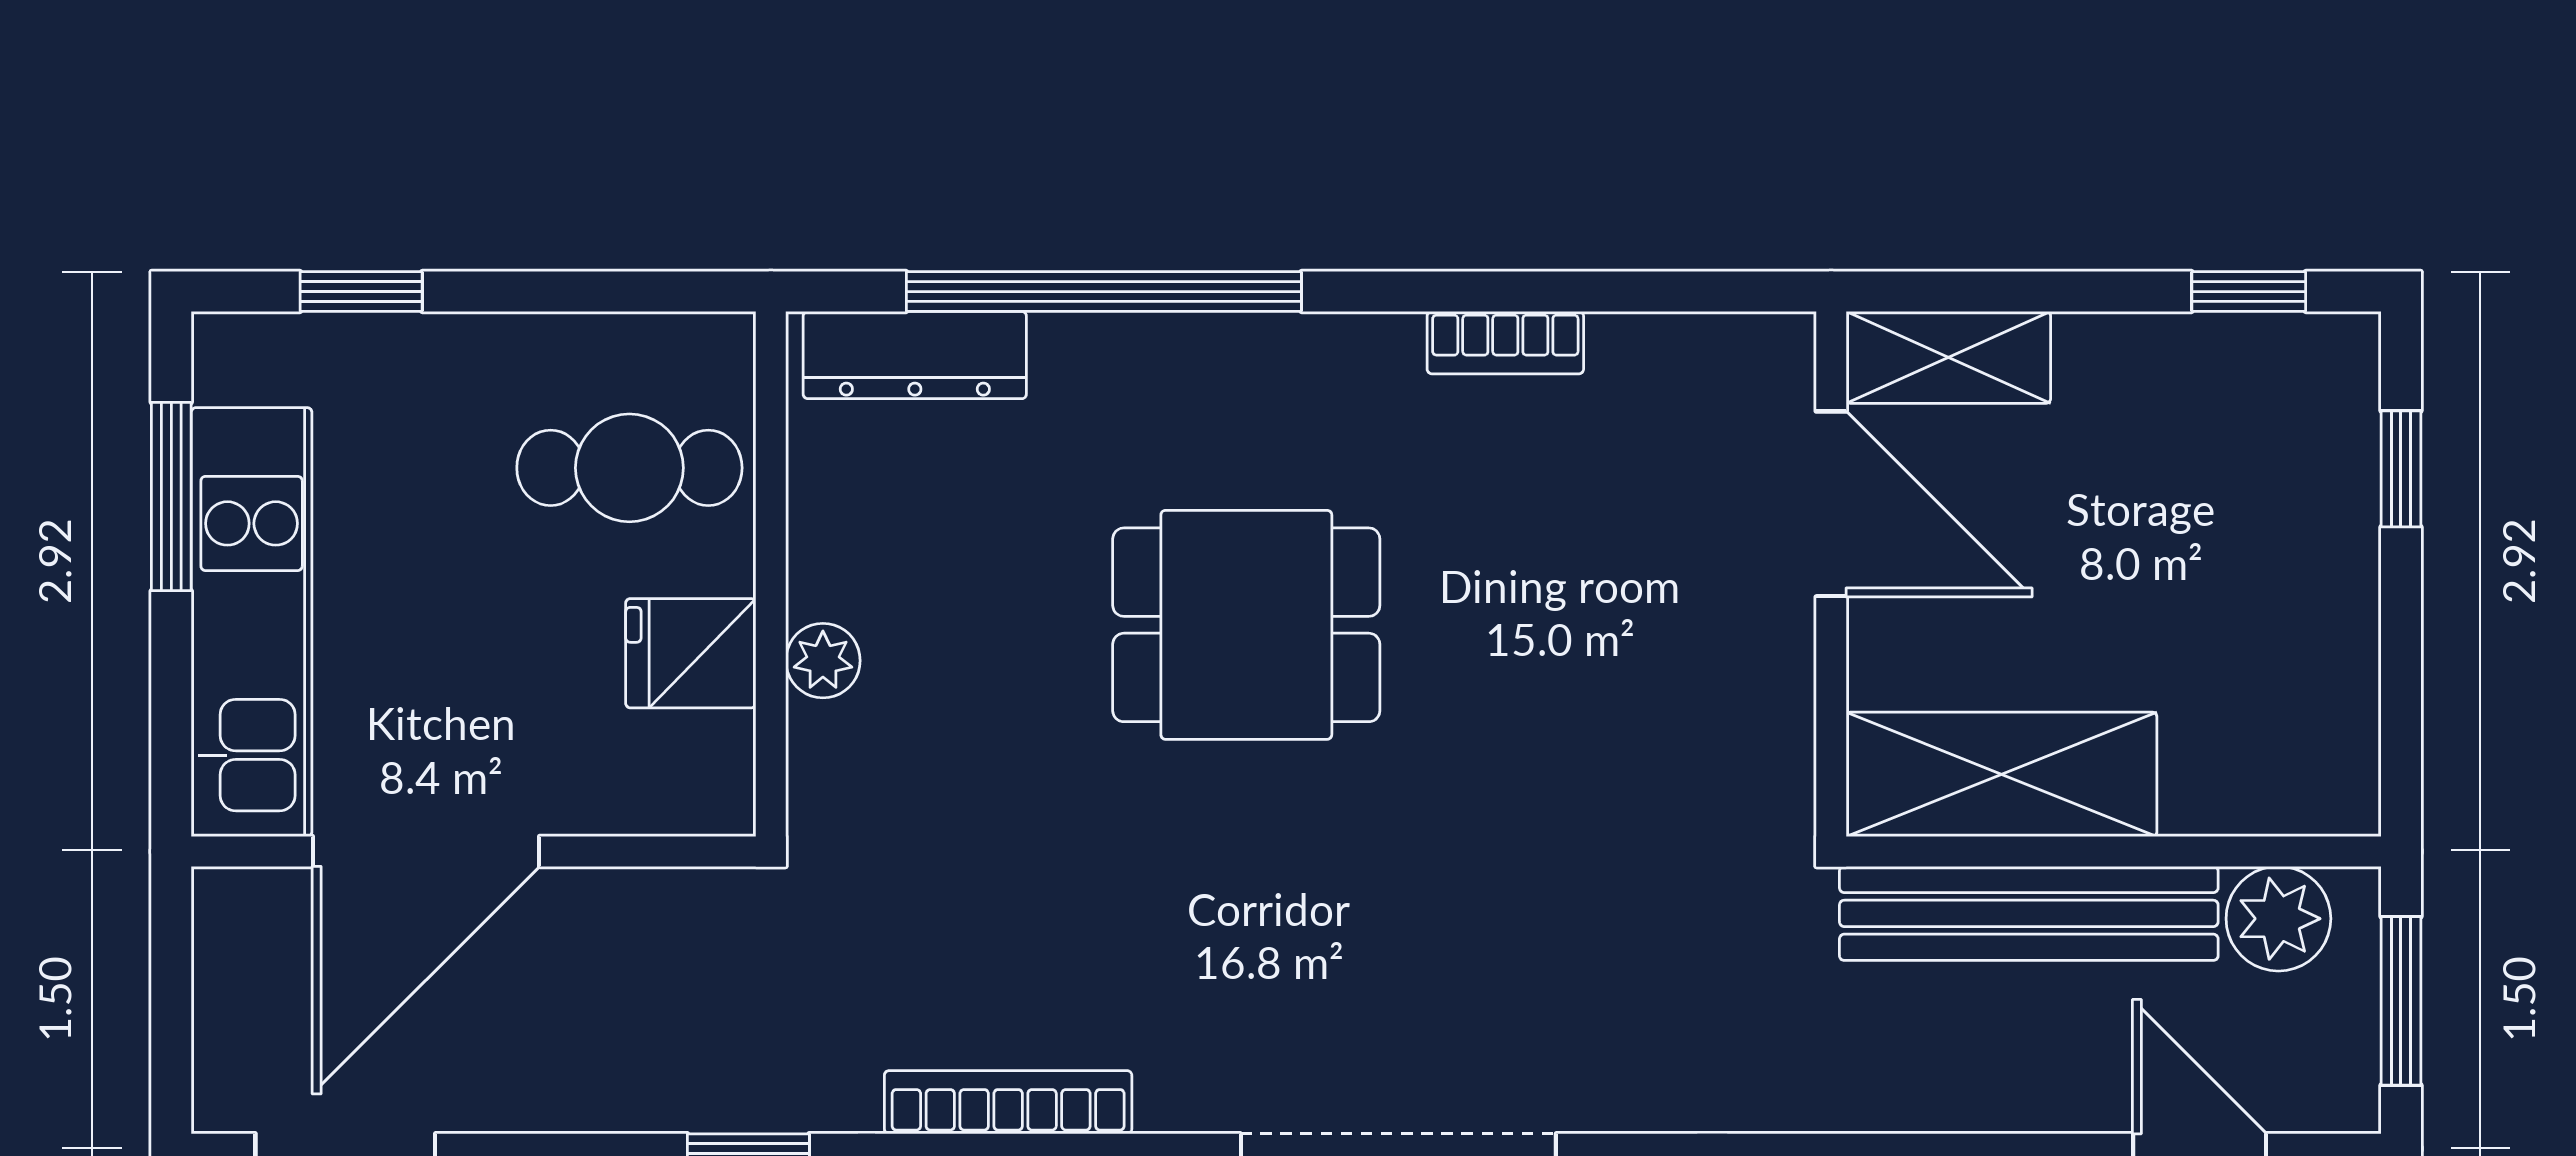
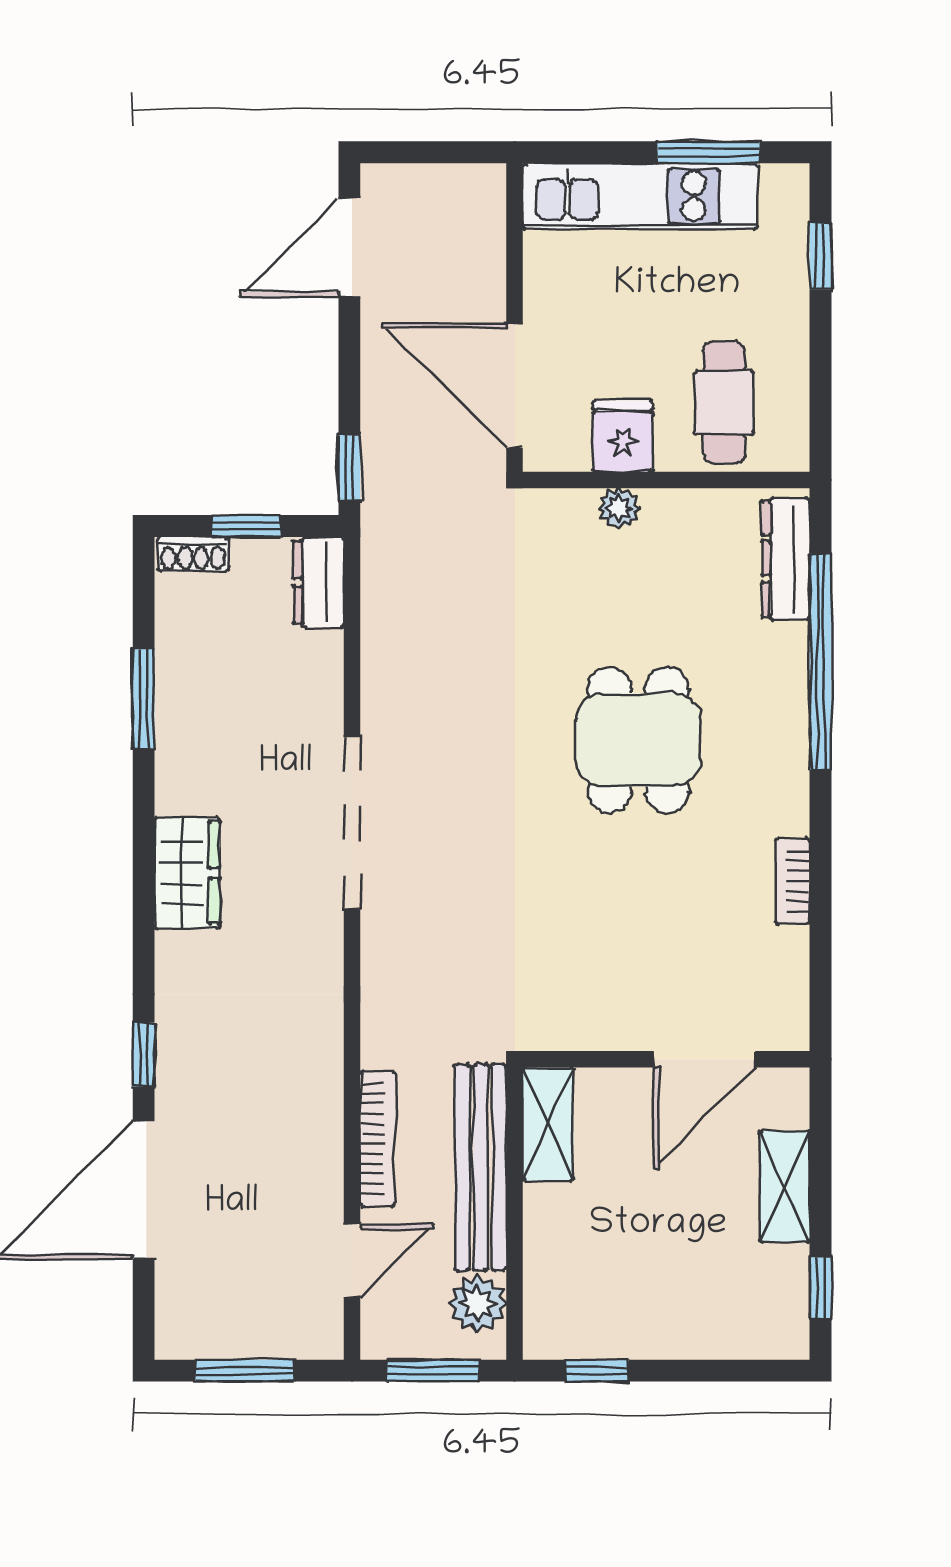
shelving: (1948, 357) -> (784, 1187), moved
window: (2401, 469) -> (597, 1371), moved
shelving: (2002, 774) -> (548, 1124), width x0.67, depth x0.75
door: (426, 851) -> (515, 386), moved
bookcase: (1008, 1102) -> (378, 1139), moved

